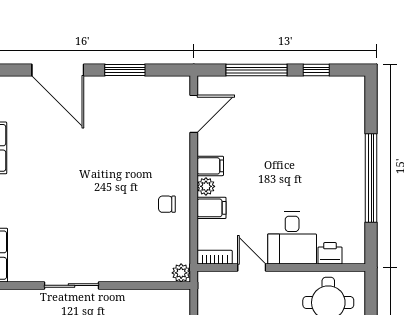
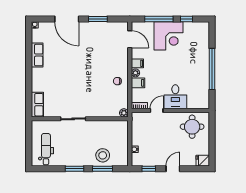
corner desk: (277, 106) -> (169, 36), added
door: (194, 114) -> (130, 39), hinge flipped
printer: (330, 253) -> (193, 104), removed
door: (252, 268) -> (157, 110), hinge flipped

